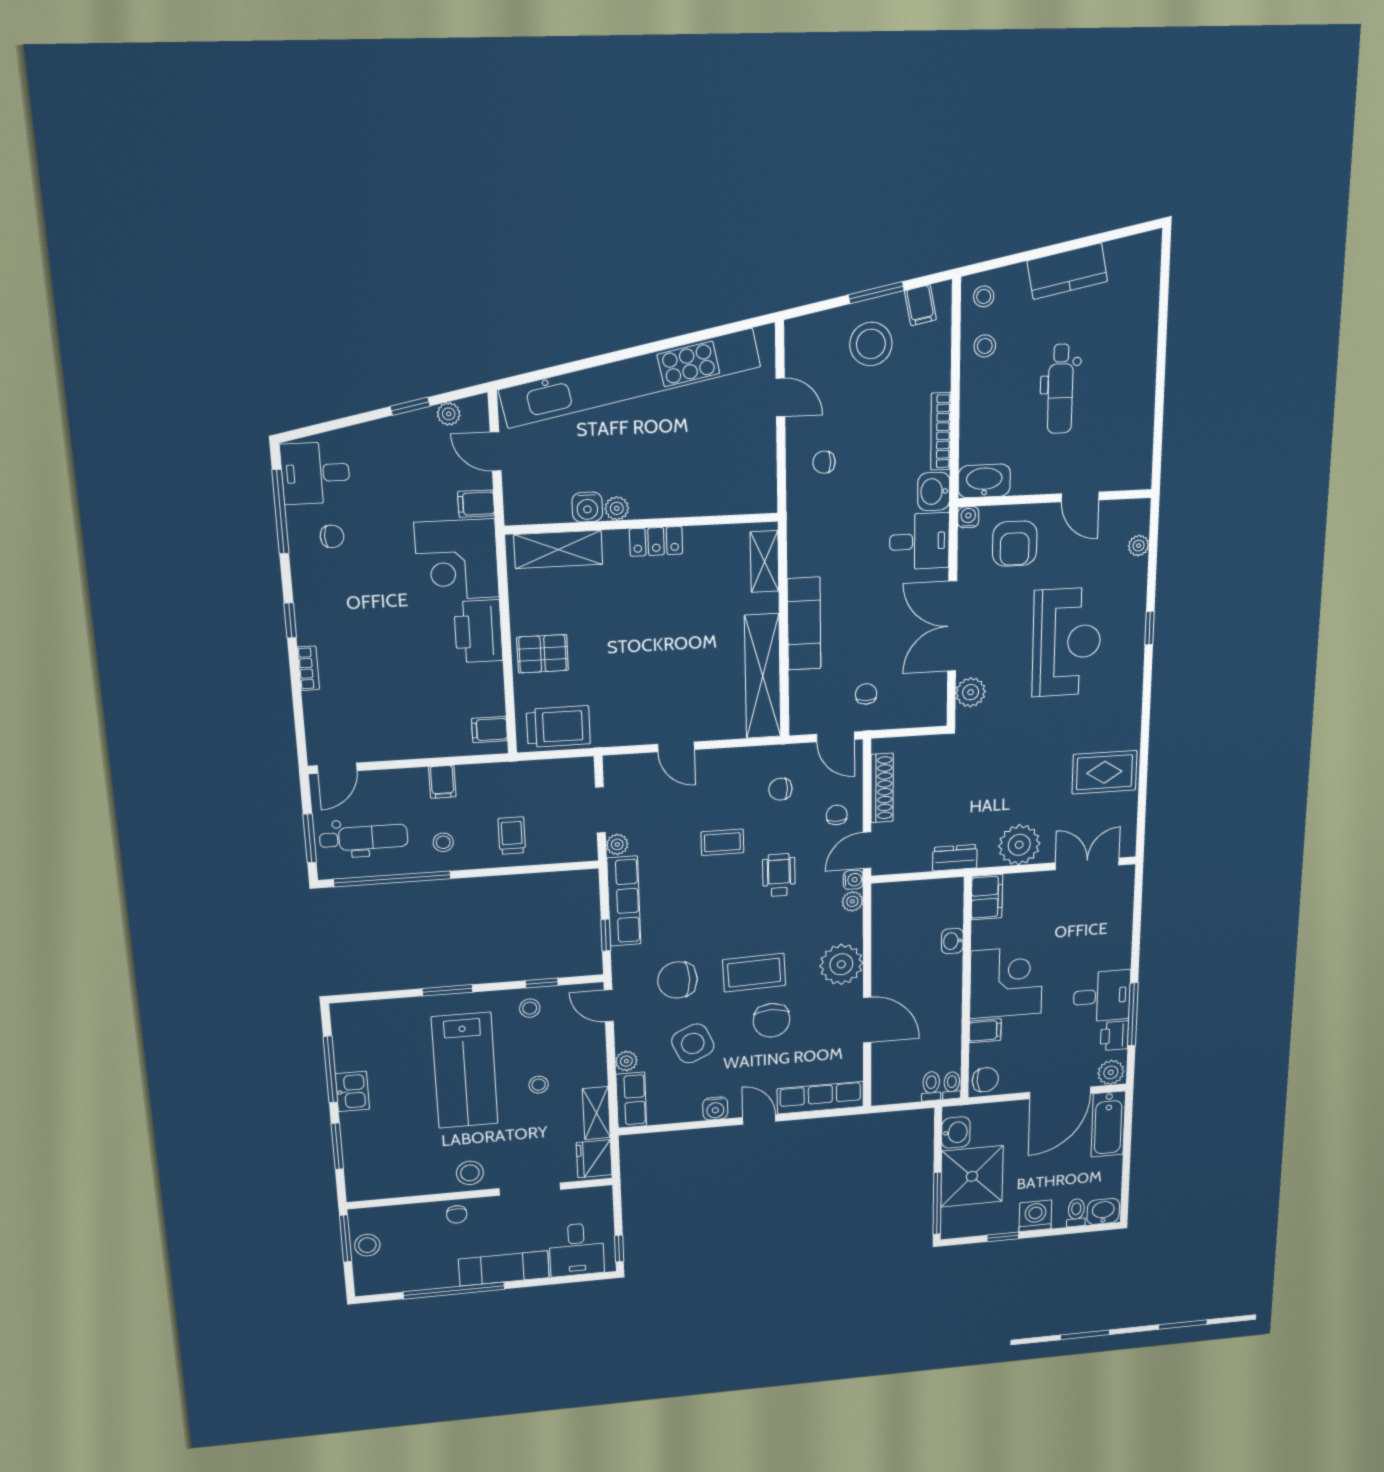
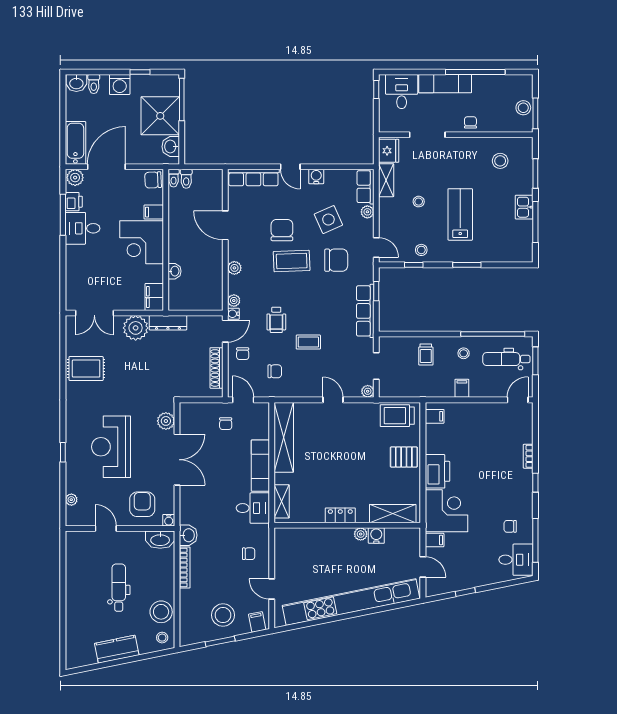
filing cabinet: (920, 305) -> (257, 622), moved
stool: (985, 346) -> (161, 612), width x1.89, depth x1.89
plant: (449, 414) -> (446, 587), removed
desk: (920, 541) -> (253, 508), moved, turned 180
plant: (617, 844) -> (368, 391), moved
dresser: (955, 858) -> (168, 323), width x1.44
plant: (841, 964) -> (234, 268), width x0.53, depth x0.53
lab bench: (465, 1070) -> (460, 214), width x0.73, depth x0.72
stool: (470, 1173) -> (500, 161), moved

